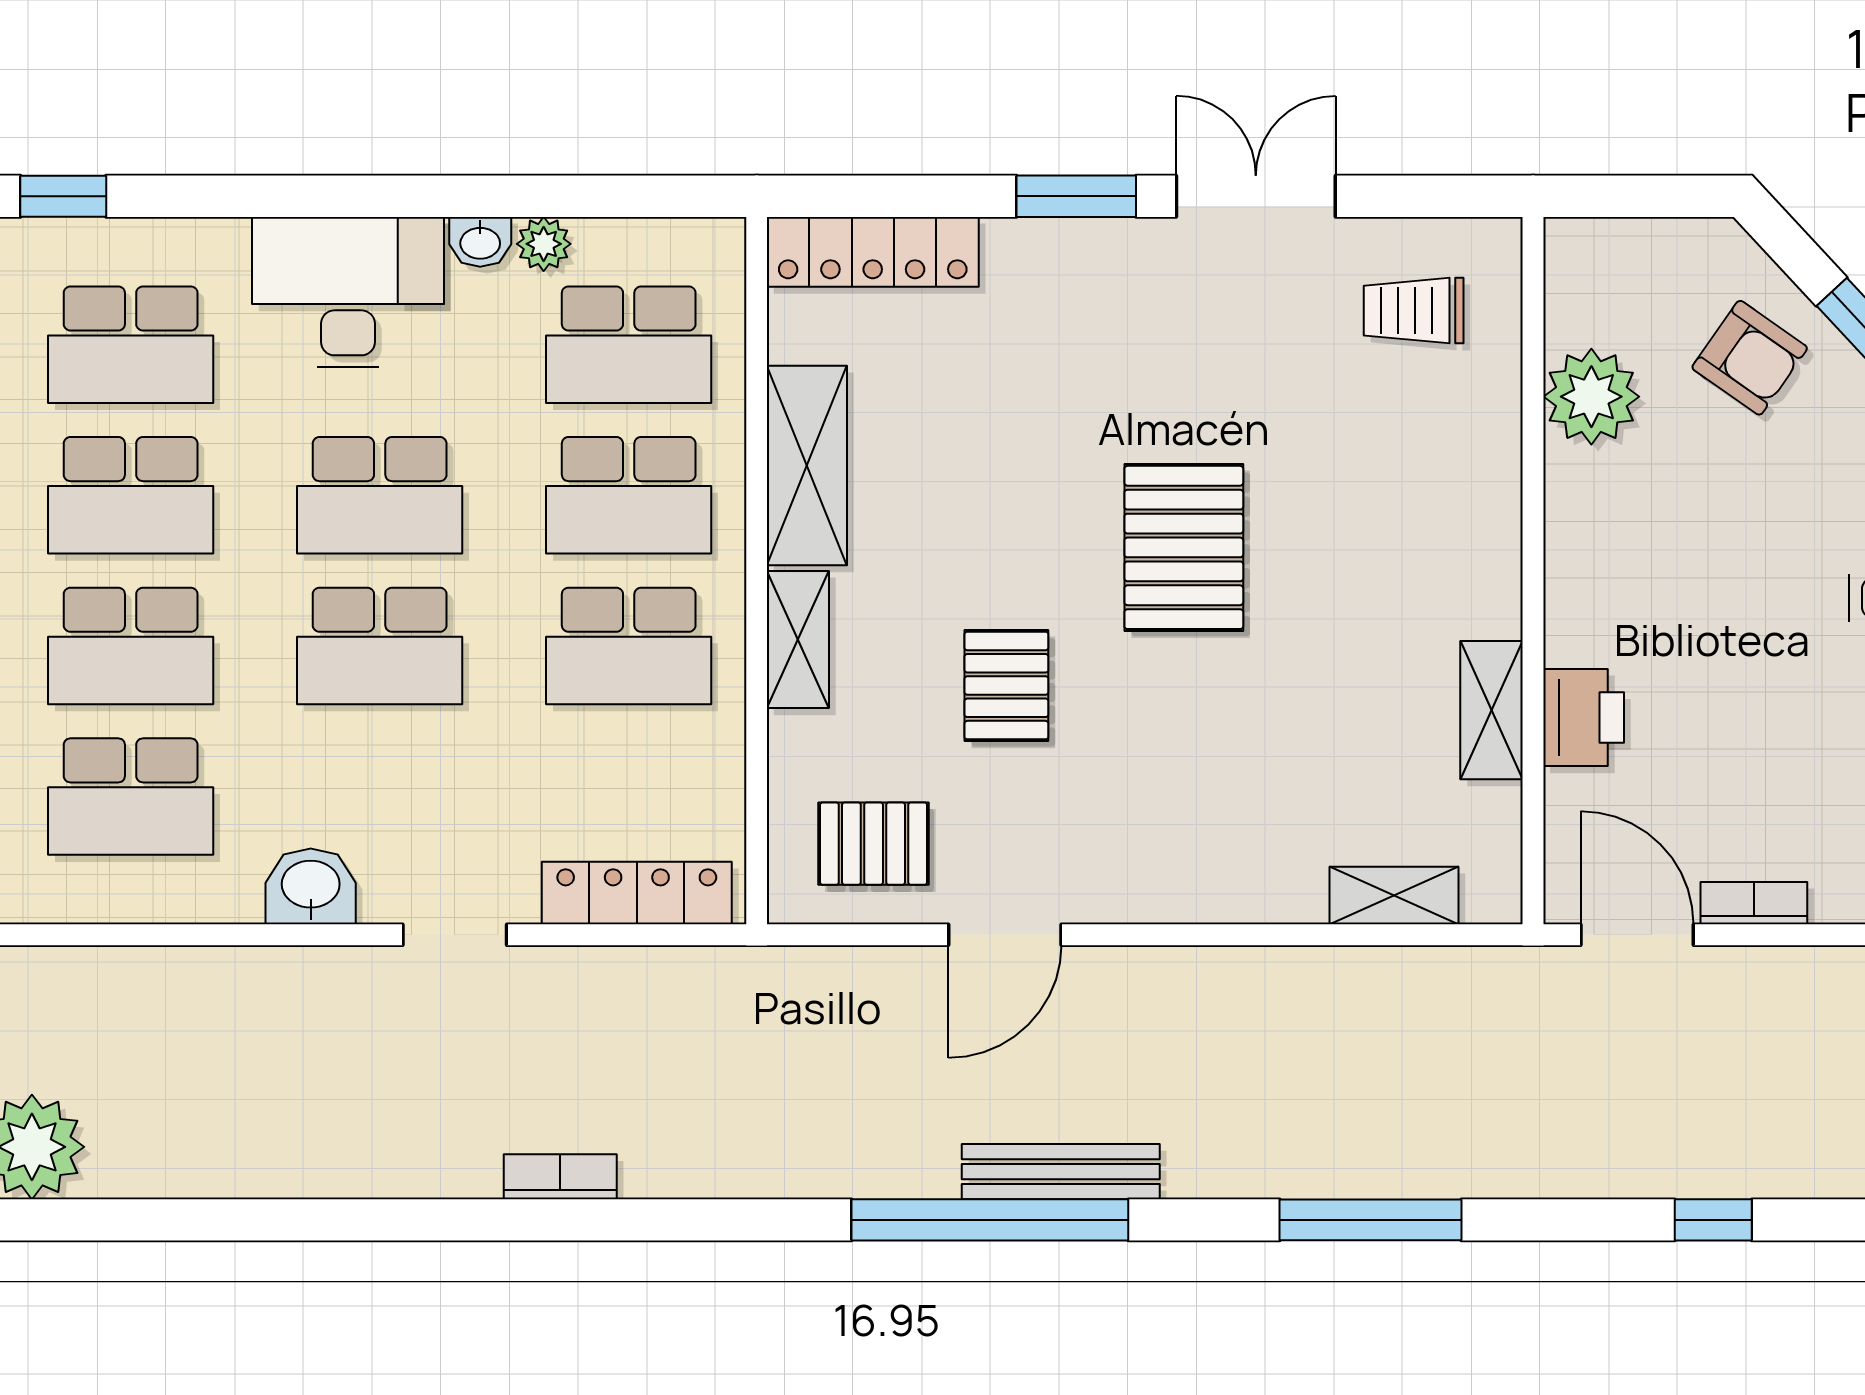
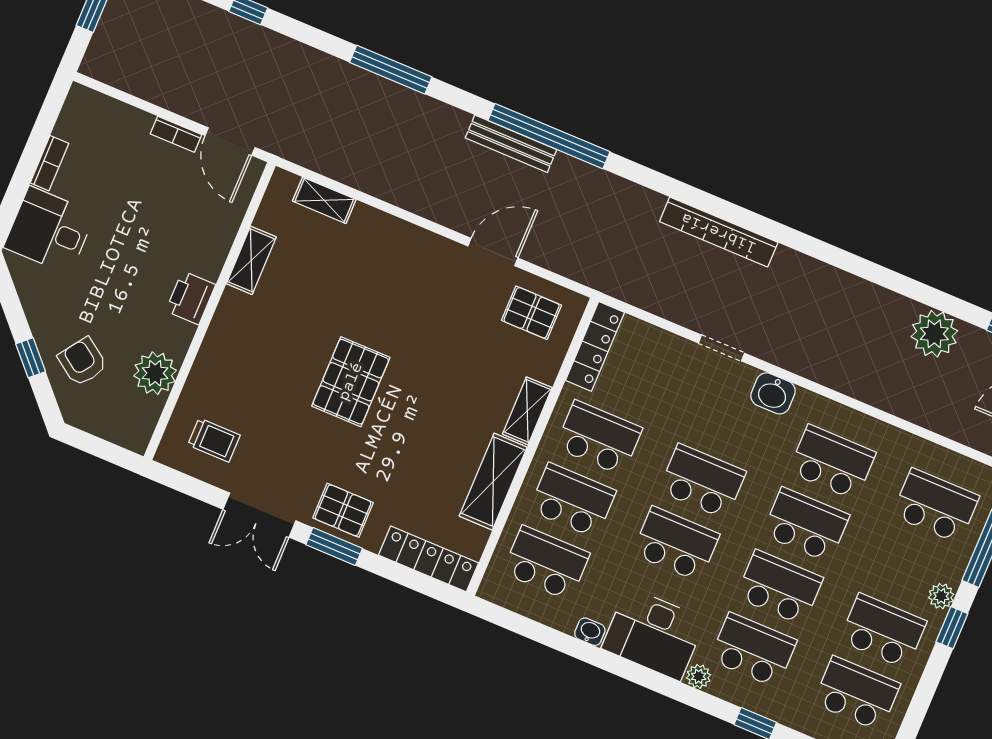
plant: (544, 244) -> (699, 676), moved
pallet: (1006, 686) -> (343, 510), moved, turned 90
printer: (1584, 717) -> (191, 298), moved
locker: (637, 893) -> (595, 346), moved, turned -90
bookcase: (560, 1177) -> (719, 232), width x2.31, depth x1.31

